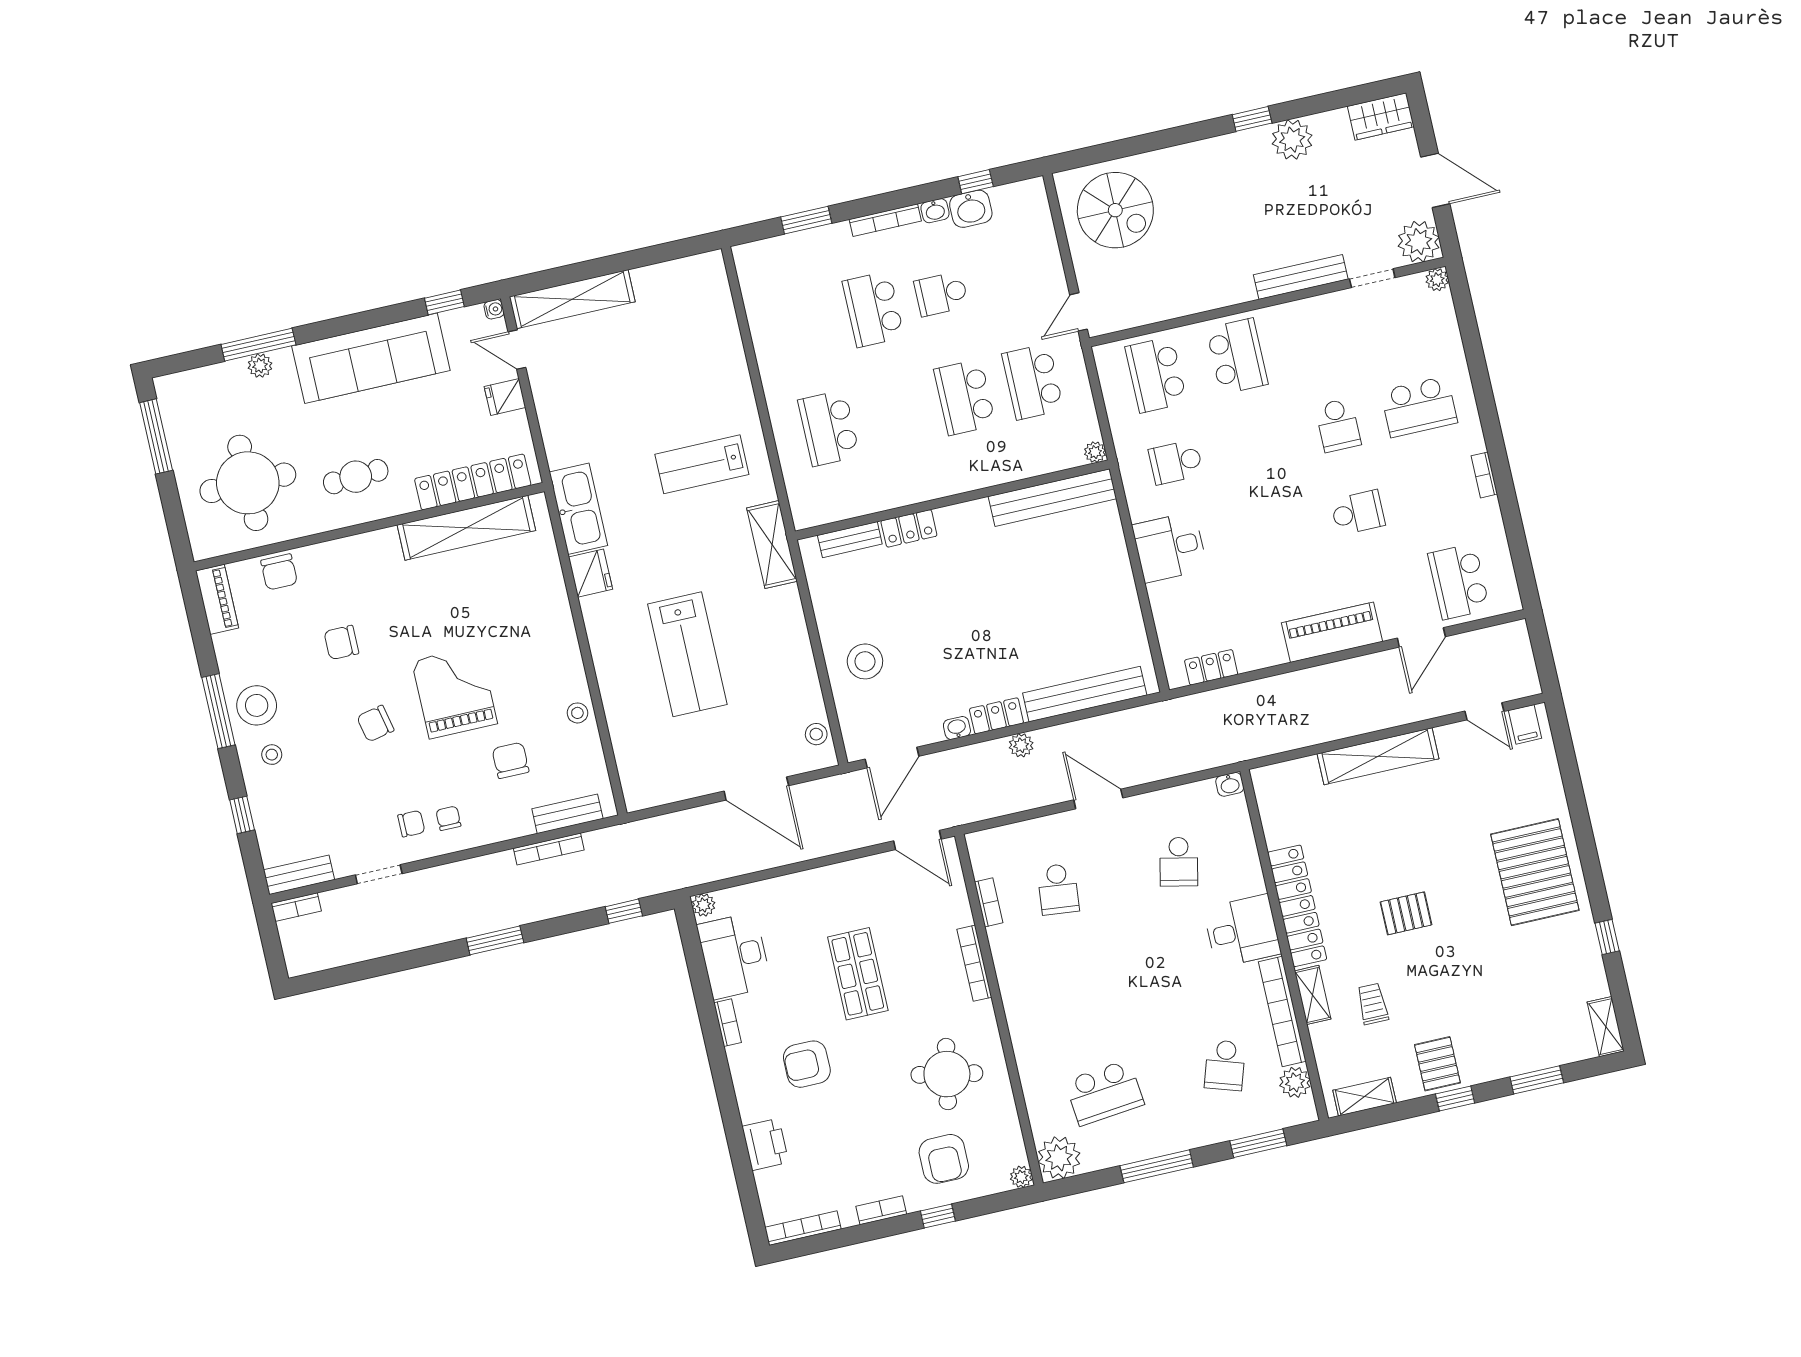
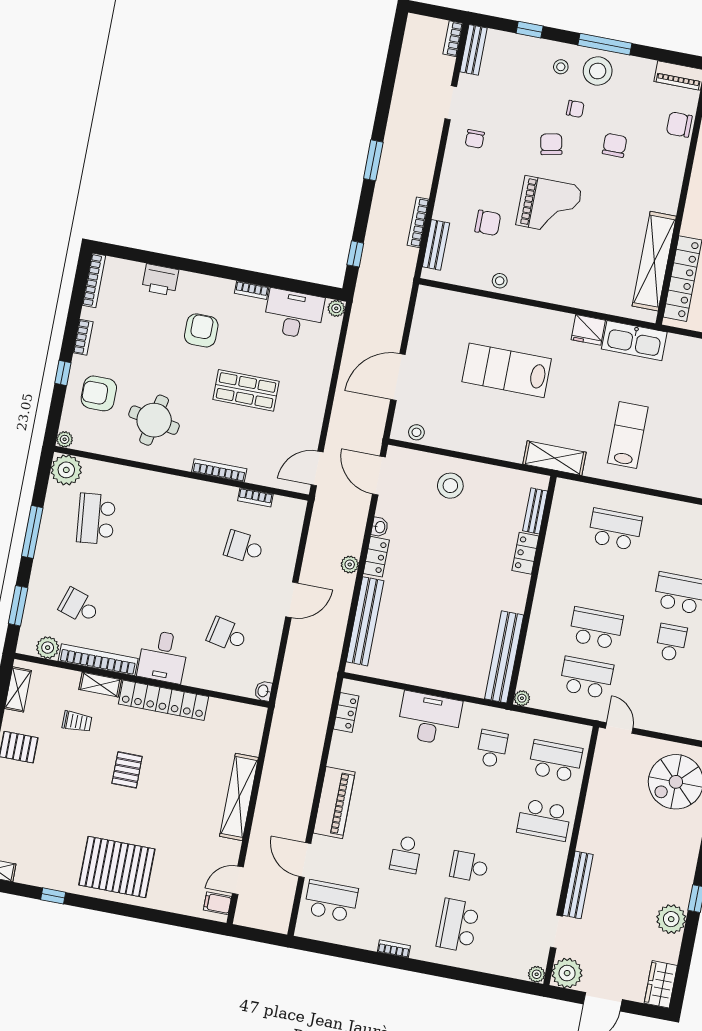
desk: (1170, 547) -> (430, 719), width x1.37
chair: (448, 818) -> (575, 109), moved

